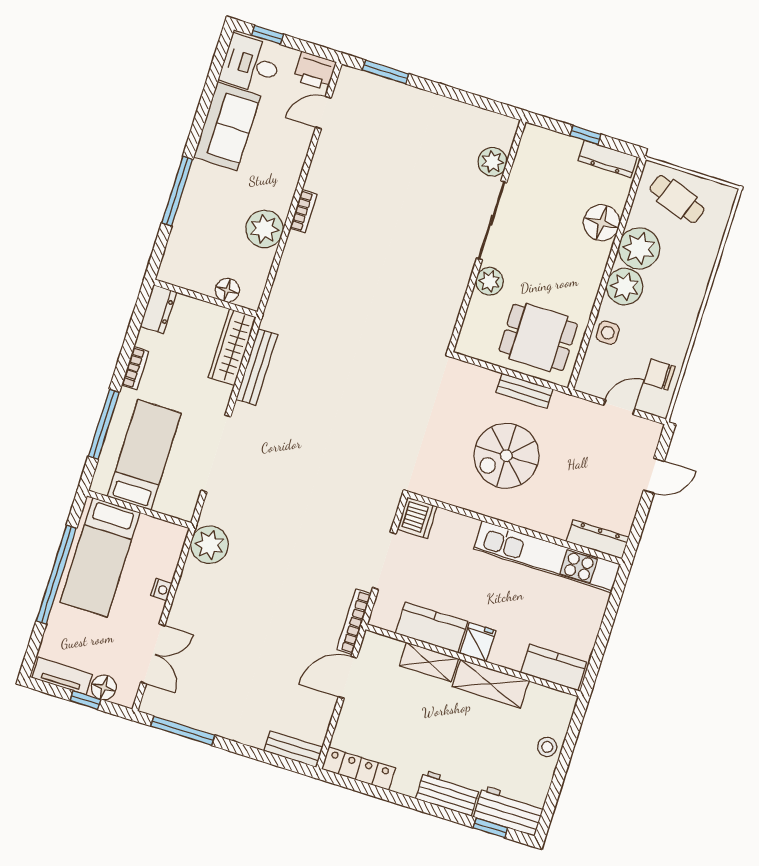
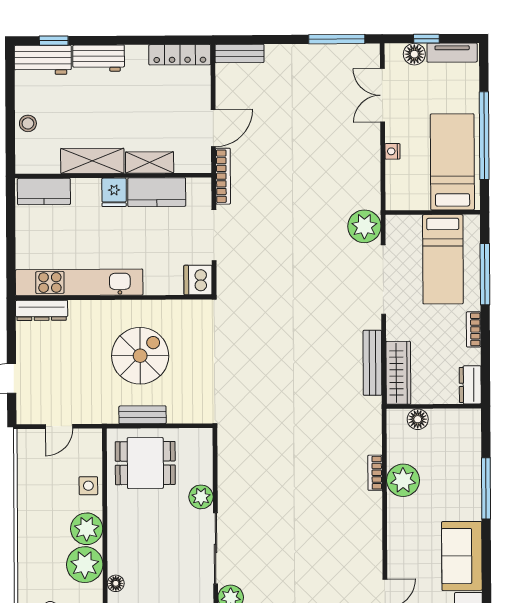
bookcase: (303, 211) -> (375, 473), moved
floor lamp: (602, 223) -> (116, 583), width x0.53, depth x0.53
chair: (659, 375) -> (34, 465), removed
plant: (210, 545) -> (364, 226), moved

